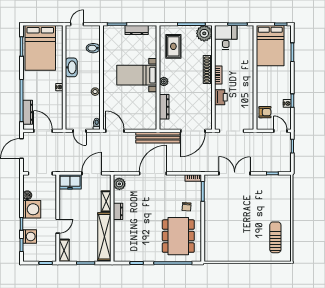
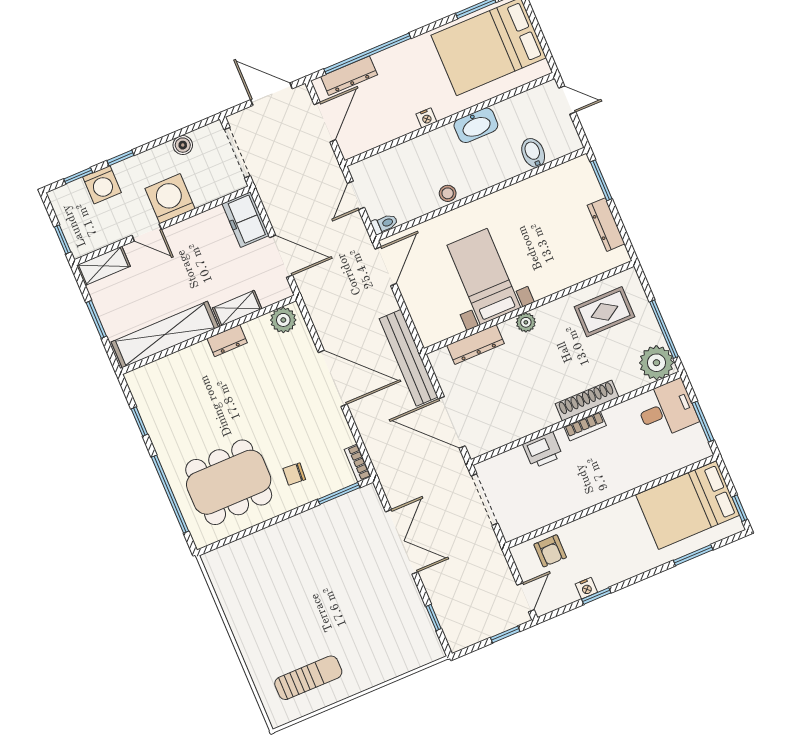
bed with nightstands: (137, 75) -> (484, 276), moved
washing machine: (32, 209) -> (170, 199), moved, turned 180

